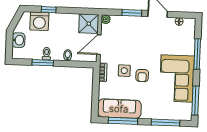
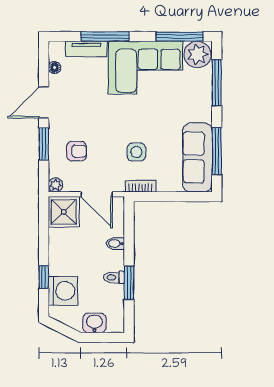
tv unit: (190, 42) -> (86, 49), added
armchair: (142, 76) -> (77, 151), moved
plant: (184, 111) -> (197, 54), added

